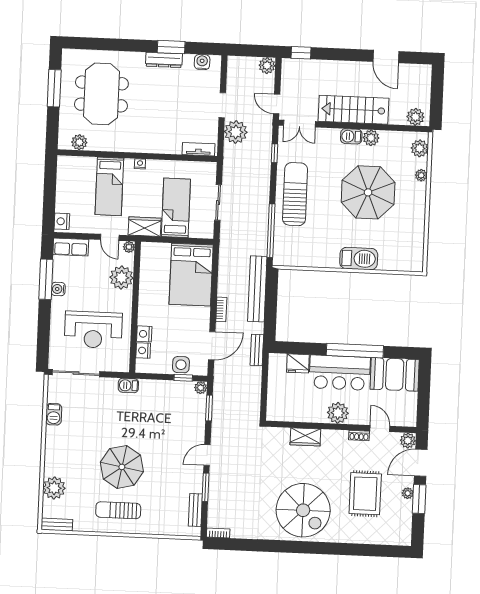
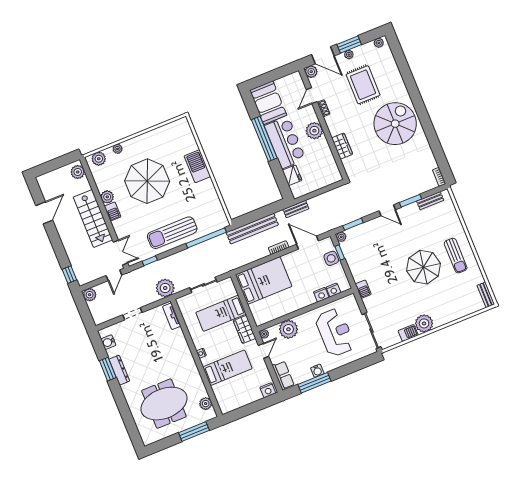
window: (54, 88) -> (194, 432), moved
plant: (236, 132) -> (165, 288), moved
plant: (54, 488) -> (424, 323), moved
rug: (365, 494) -> (363, 85), turned 90
plant: (405, 534) -> (379, 43), added

